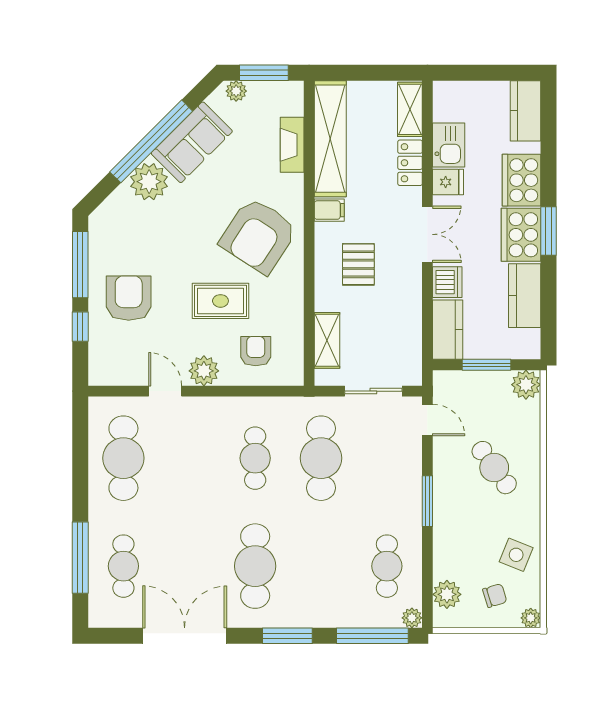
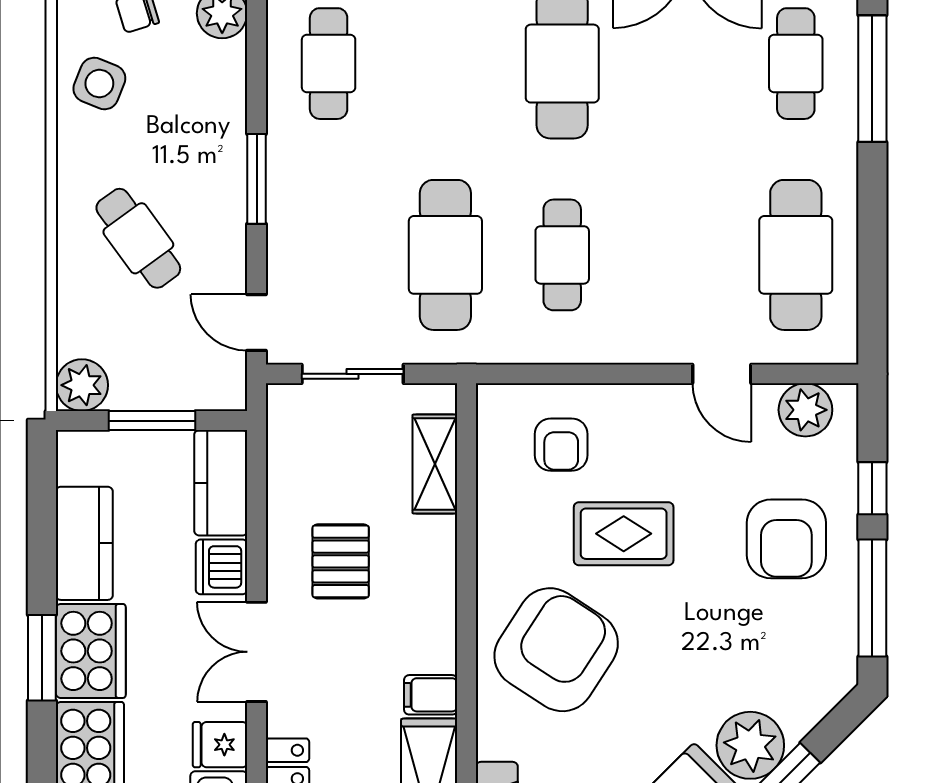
pallet: (358, 264) -> (341, 561), moved
plant: (204, 371) -> (805, 410), moved

